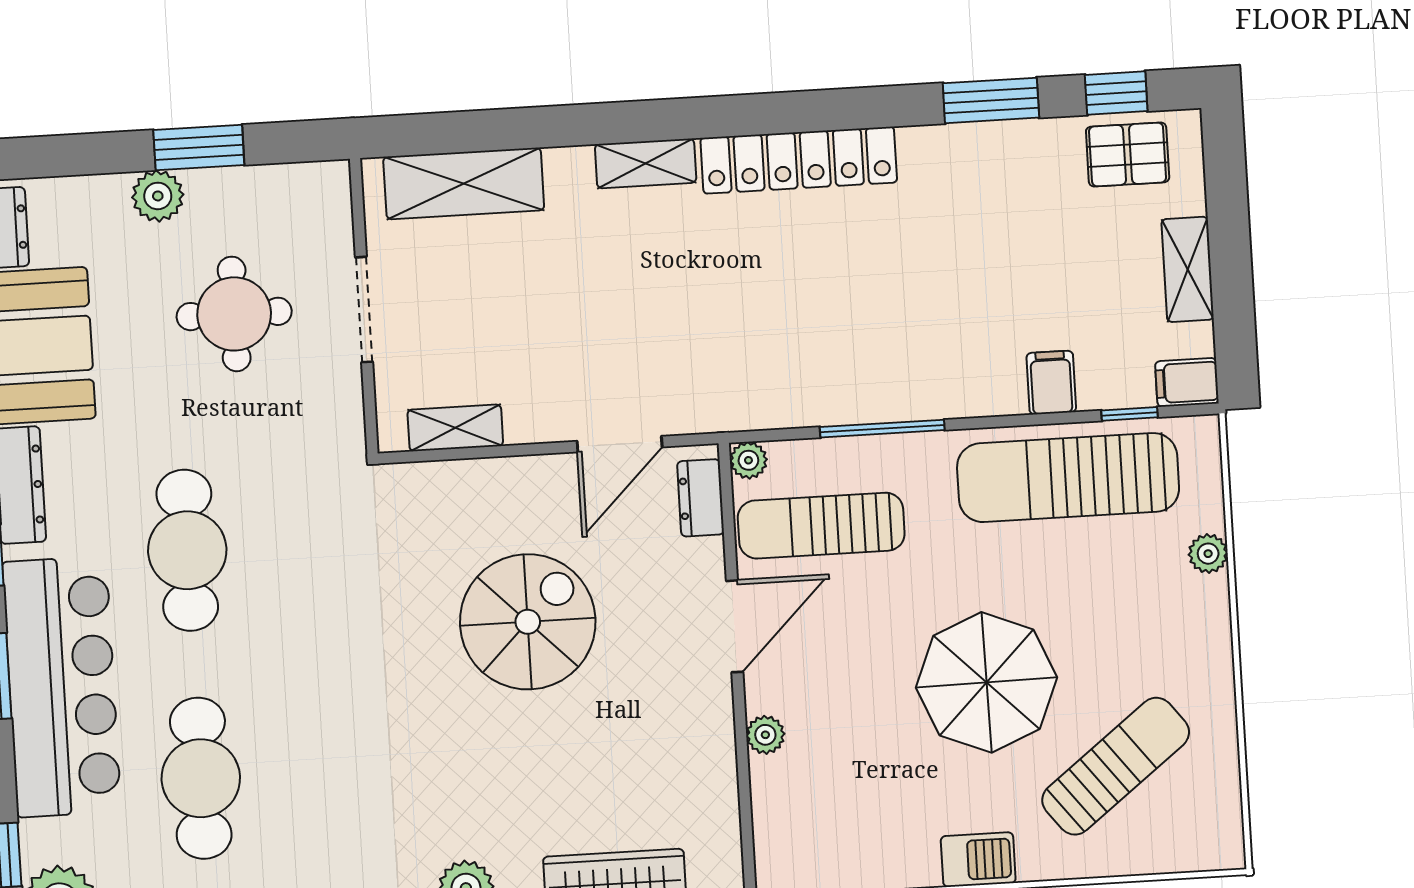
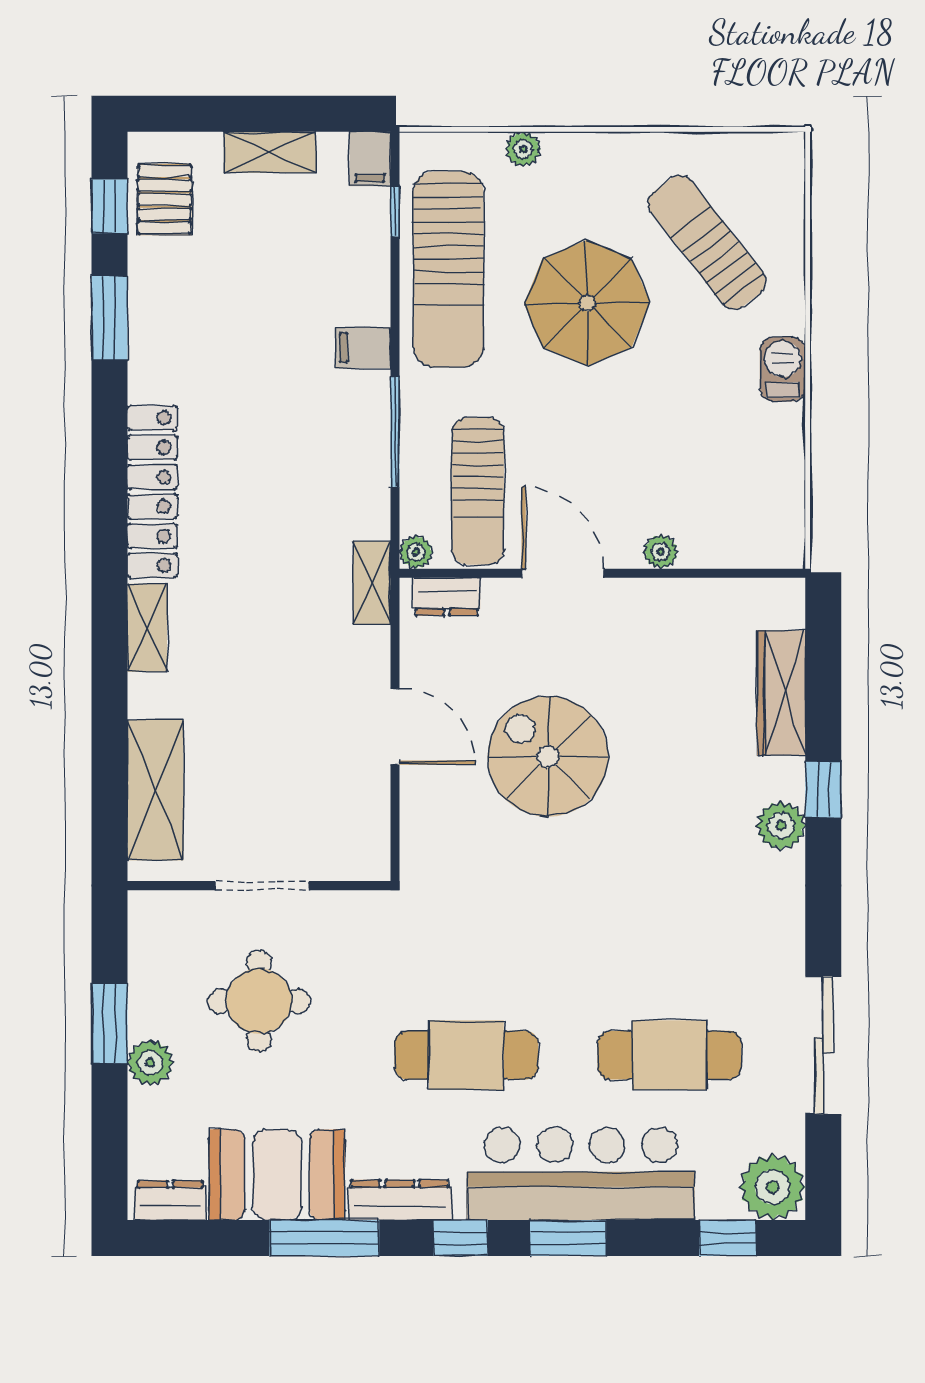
filing cabinet: (1051, 383) -> (363, 348), moved
shelving: (455, 428) -> (372, 583), moved
door: (620, 444) -> (395, 727), moved
parasol: (987, 682) -> (587, 303), moved

